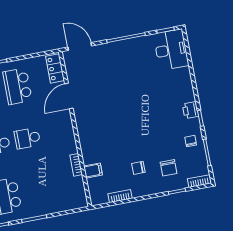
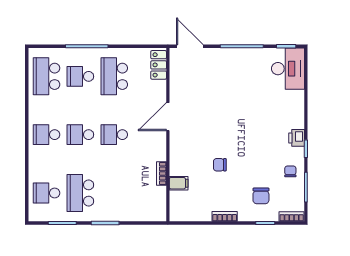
door: (69, 96) -> (168, 117), moved
chair: (138, 168) -> (220, 165), moved
bookcase: (120, 196) -> (225, 216), moved

